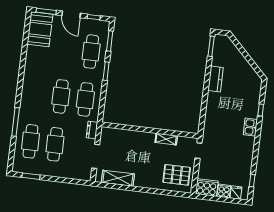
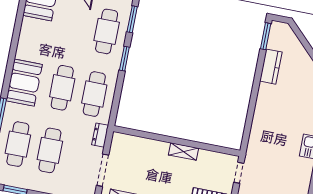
kitchen counter: (216, 79) -> (271, 67), moved
booth: (32, 95) -> (24, 83), added
shelving: (166, 139) -> (183, 152), moved

